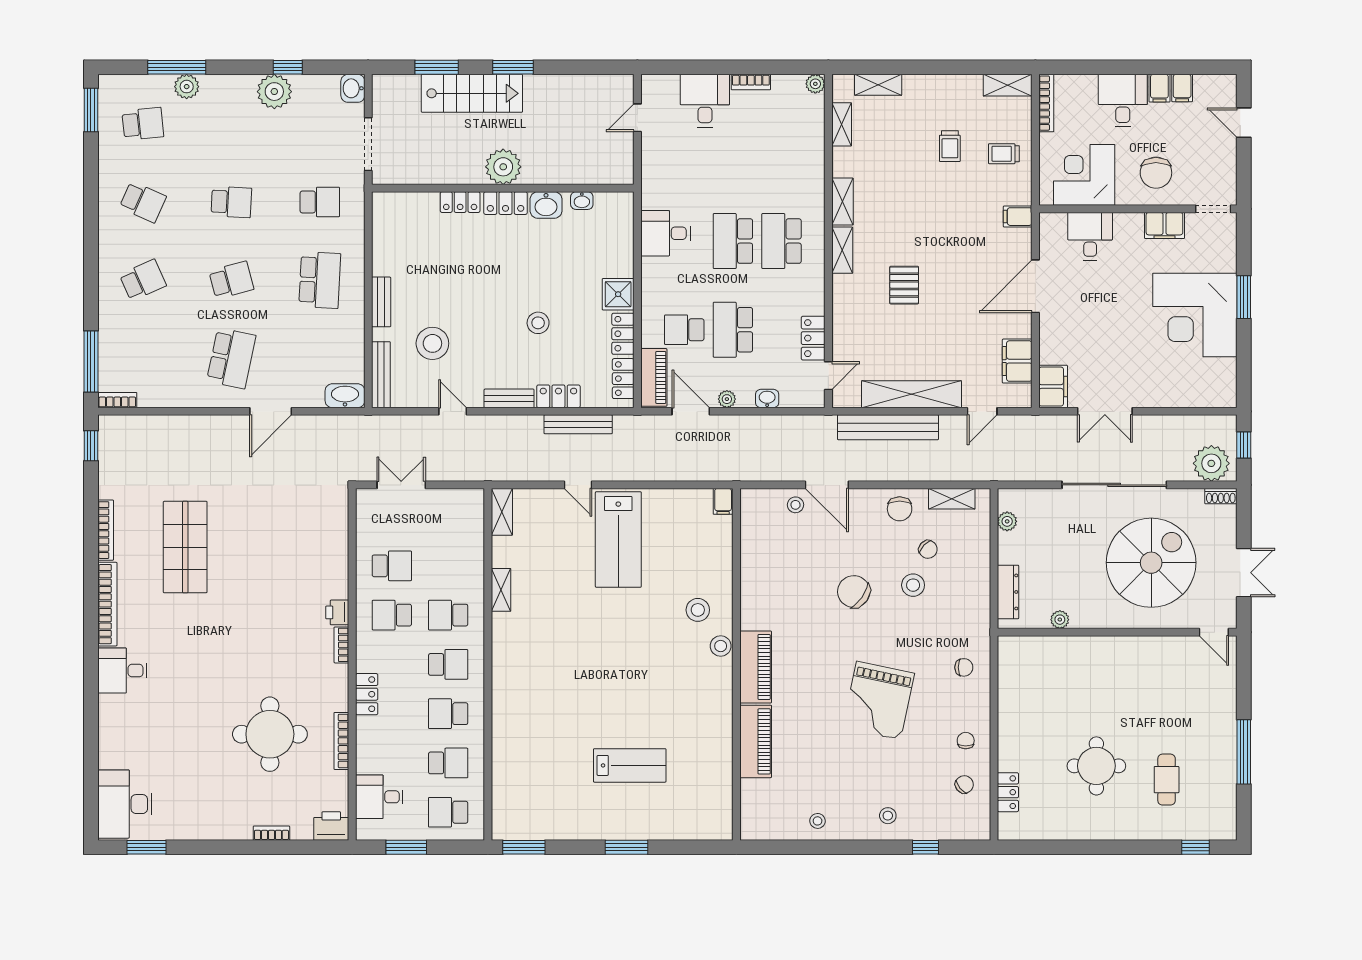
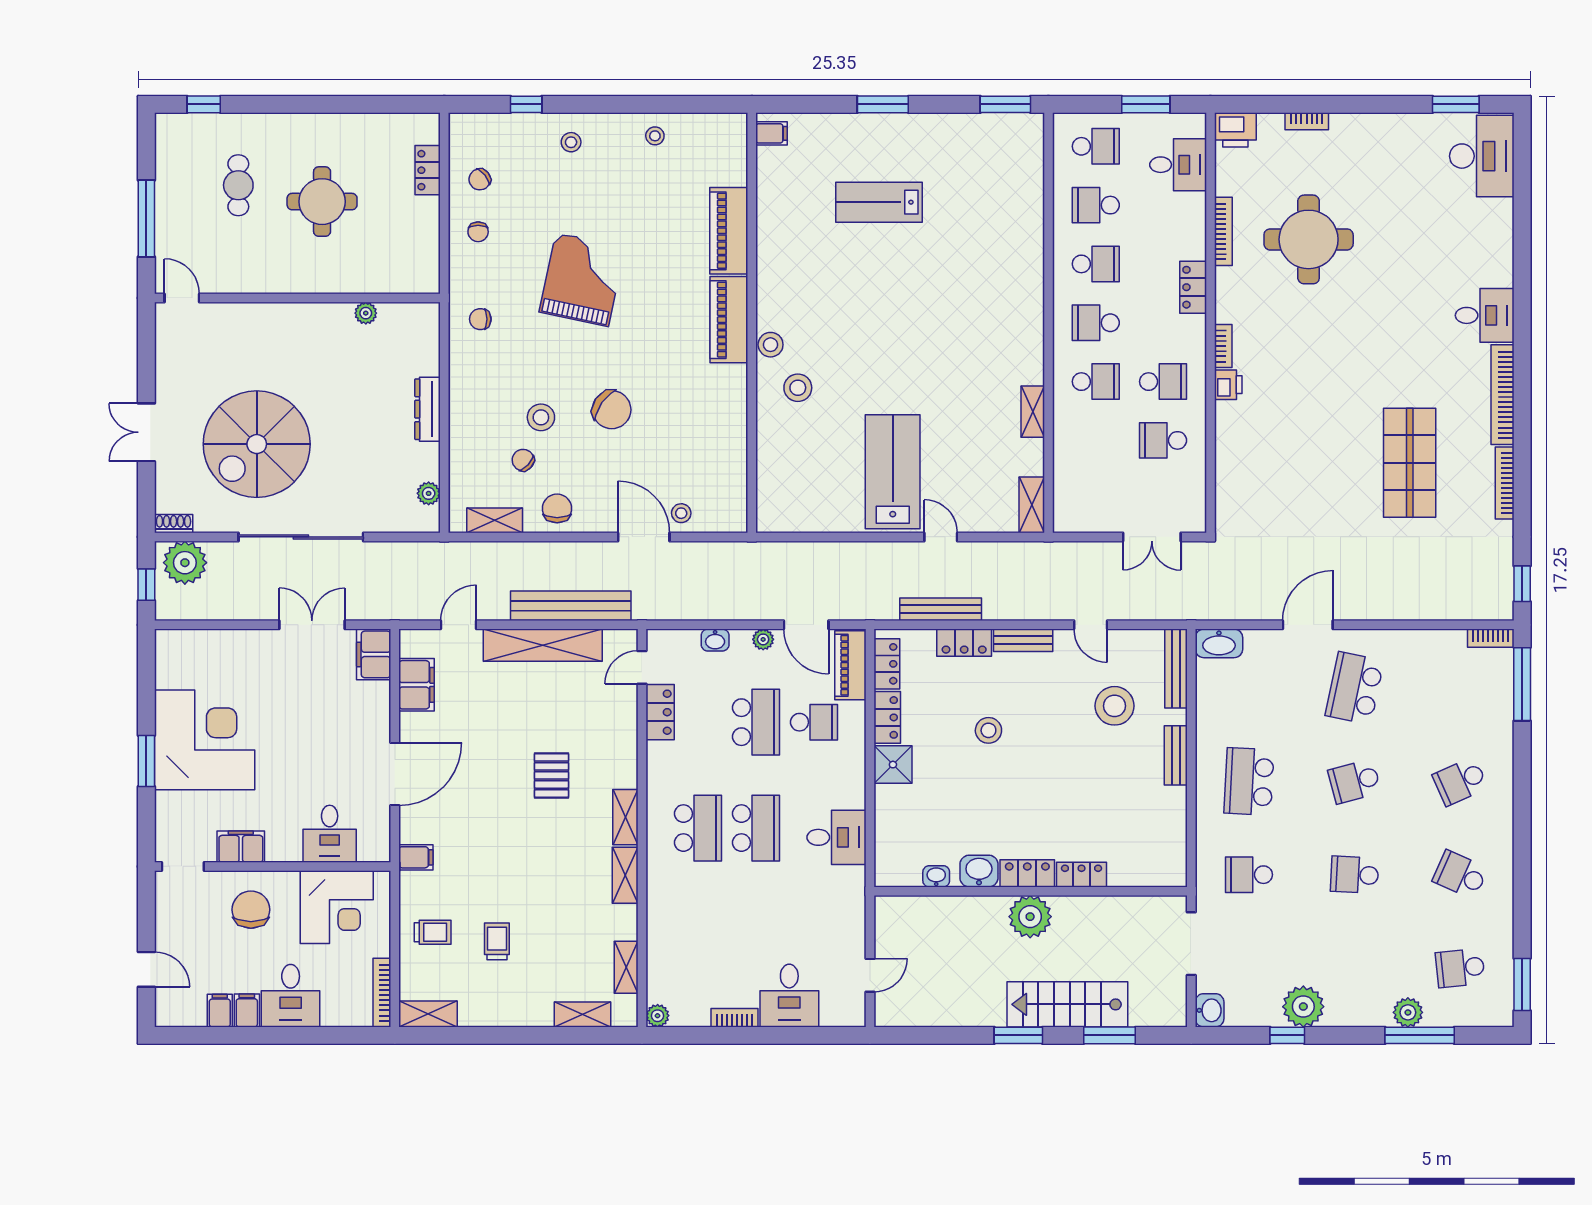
filing cabinet: (723, 501) -> (772, 133), moved, turned 90
plant: (1060, 620) -> (366, 313), moved
wall: (1117, 632) -> (297, 298), moved
door: (1214, 632) -> (182, 298), moved

